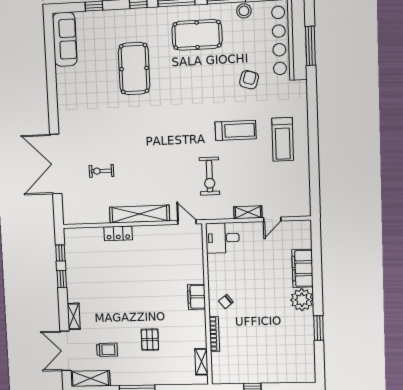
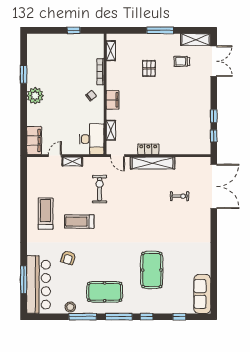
double door: (56, 164) -> (214, 186), moved
locker: (118, 233) -> (148, 149), moved
desk: (222, 238) -> (92, 139), width x1.37
filing cabinet: (302, 268) -> (34, 140), moved
shelving: (74, 316) -> (111, 130), moved

